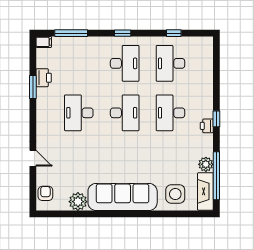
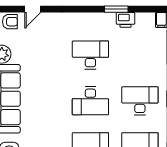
desk: (125, 63) -> (140, 101), turned 180
door: (33, 158) -> (33, 9), moved

